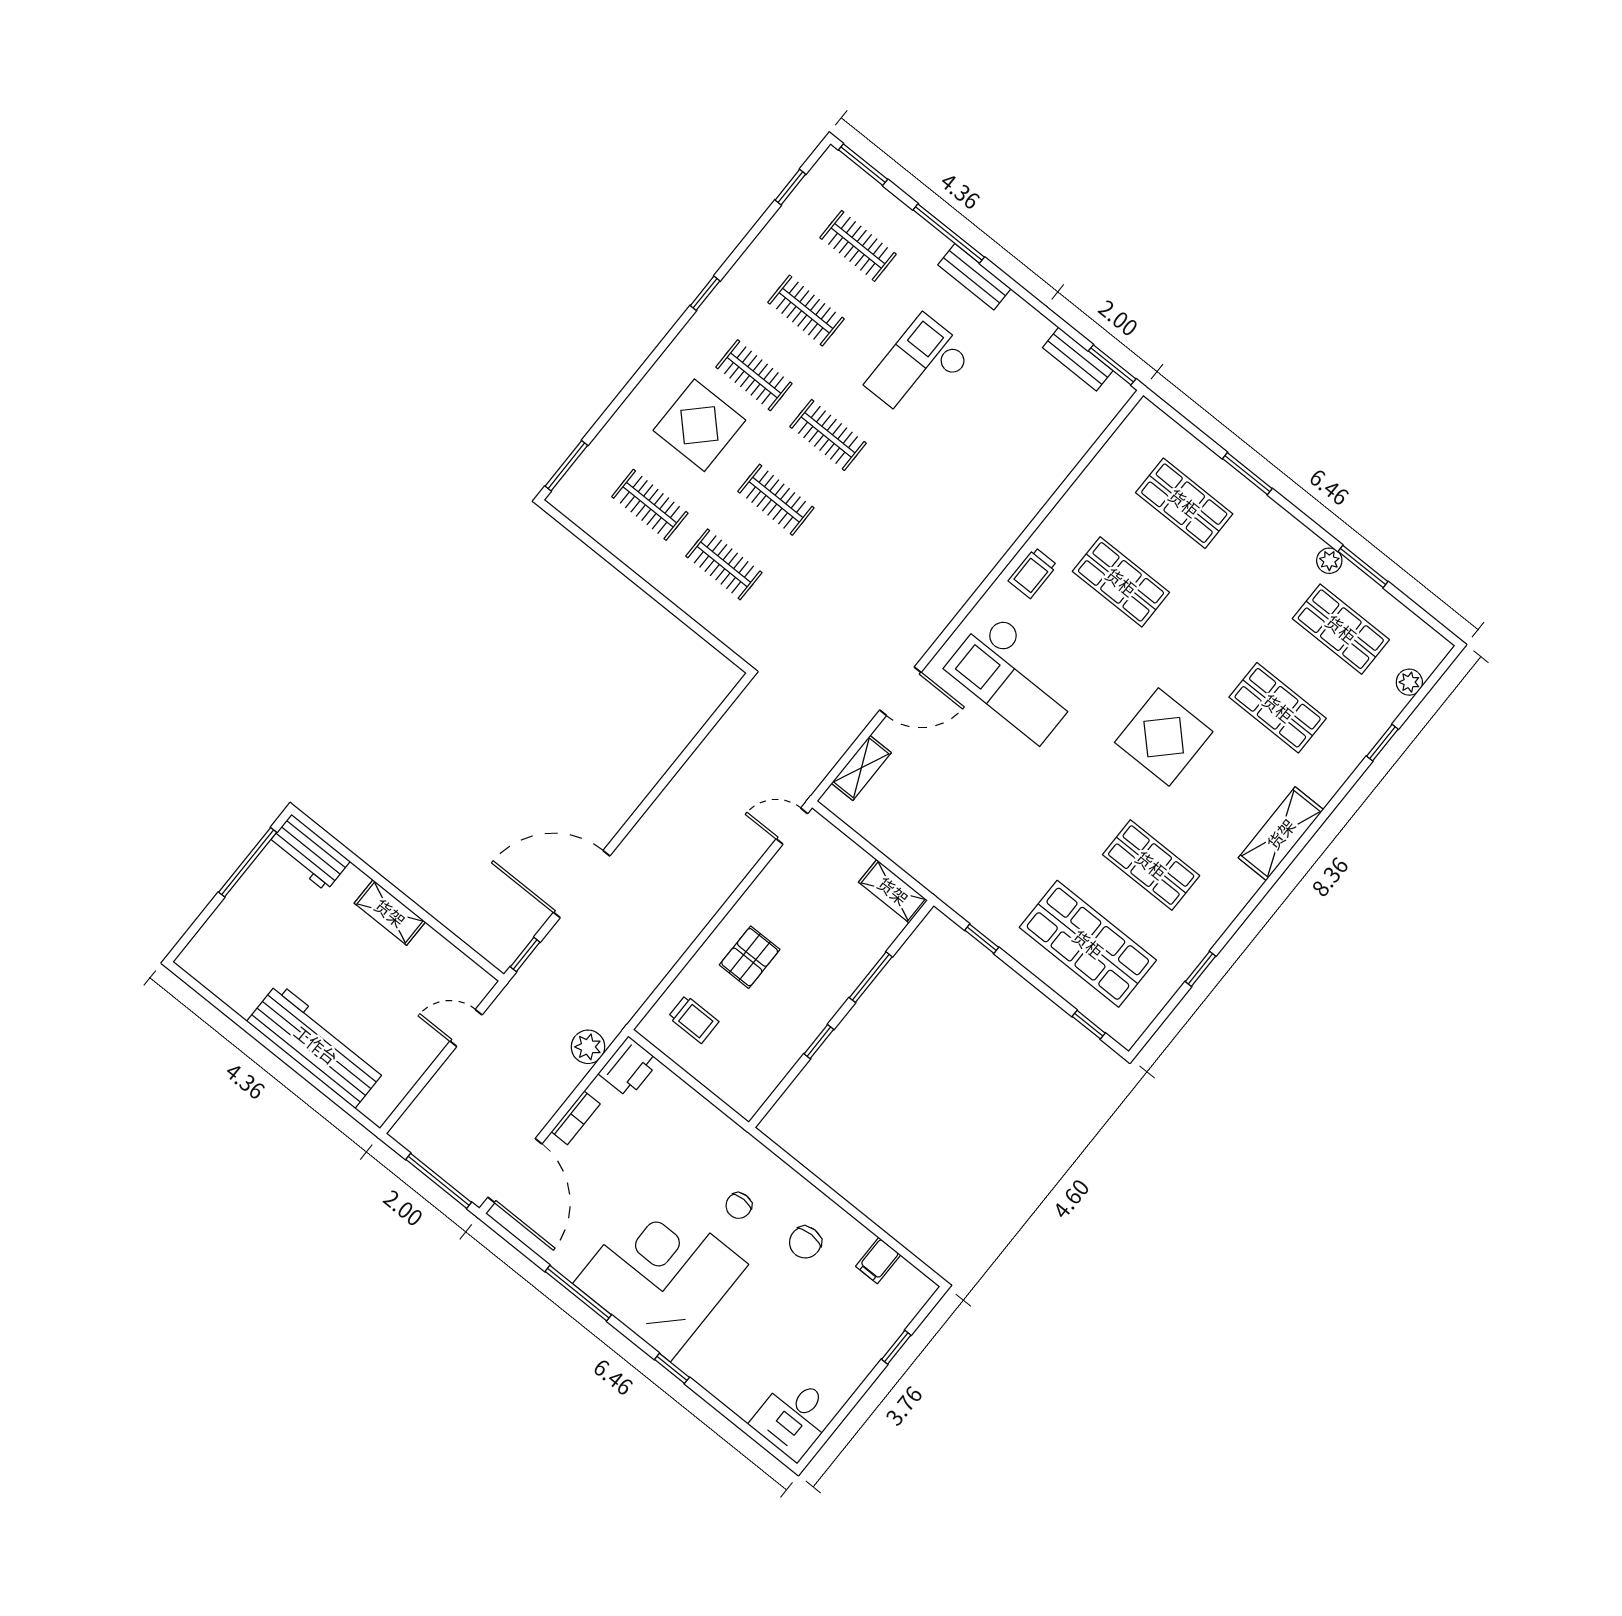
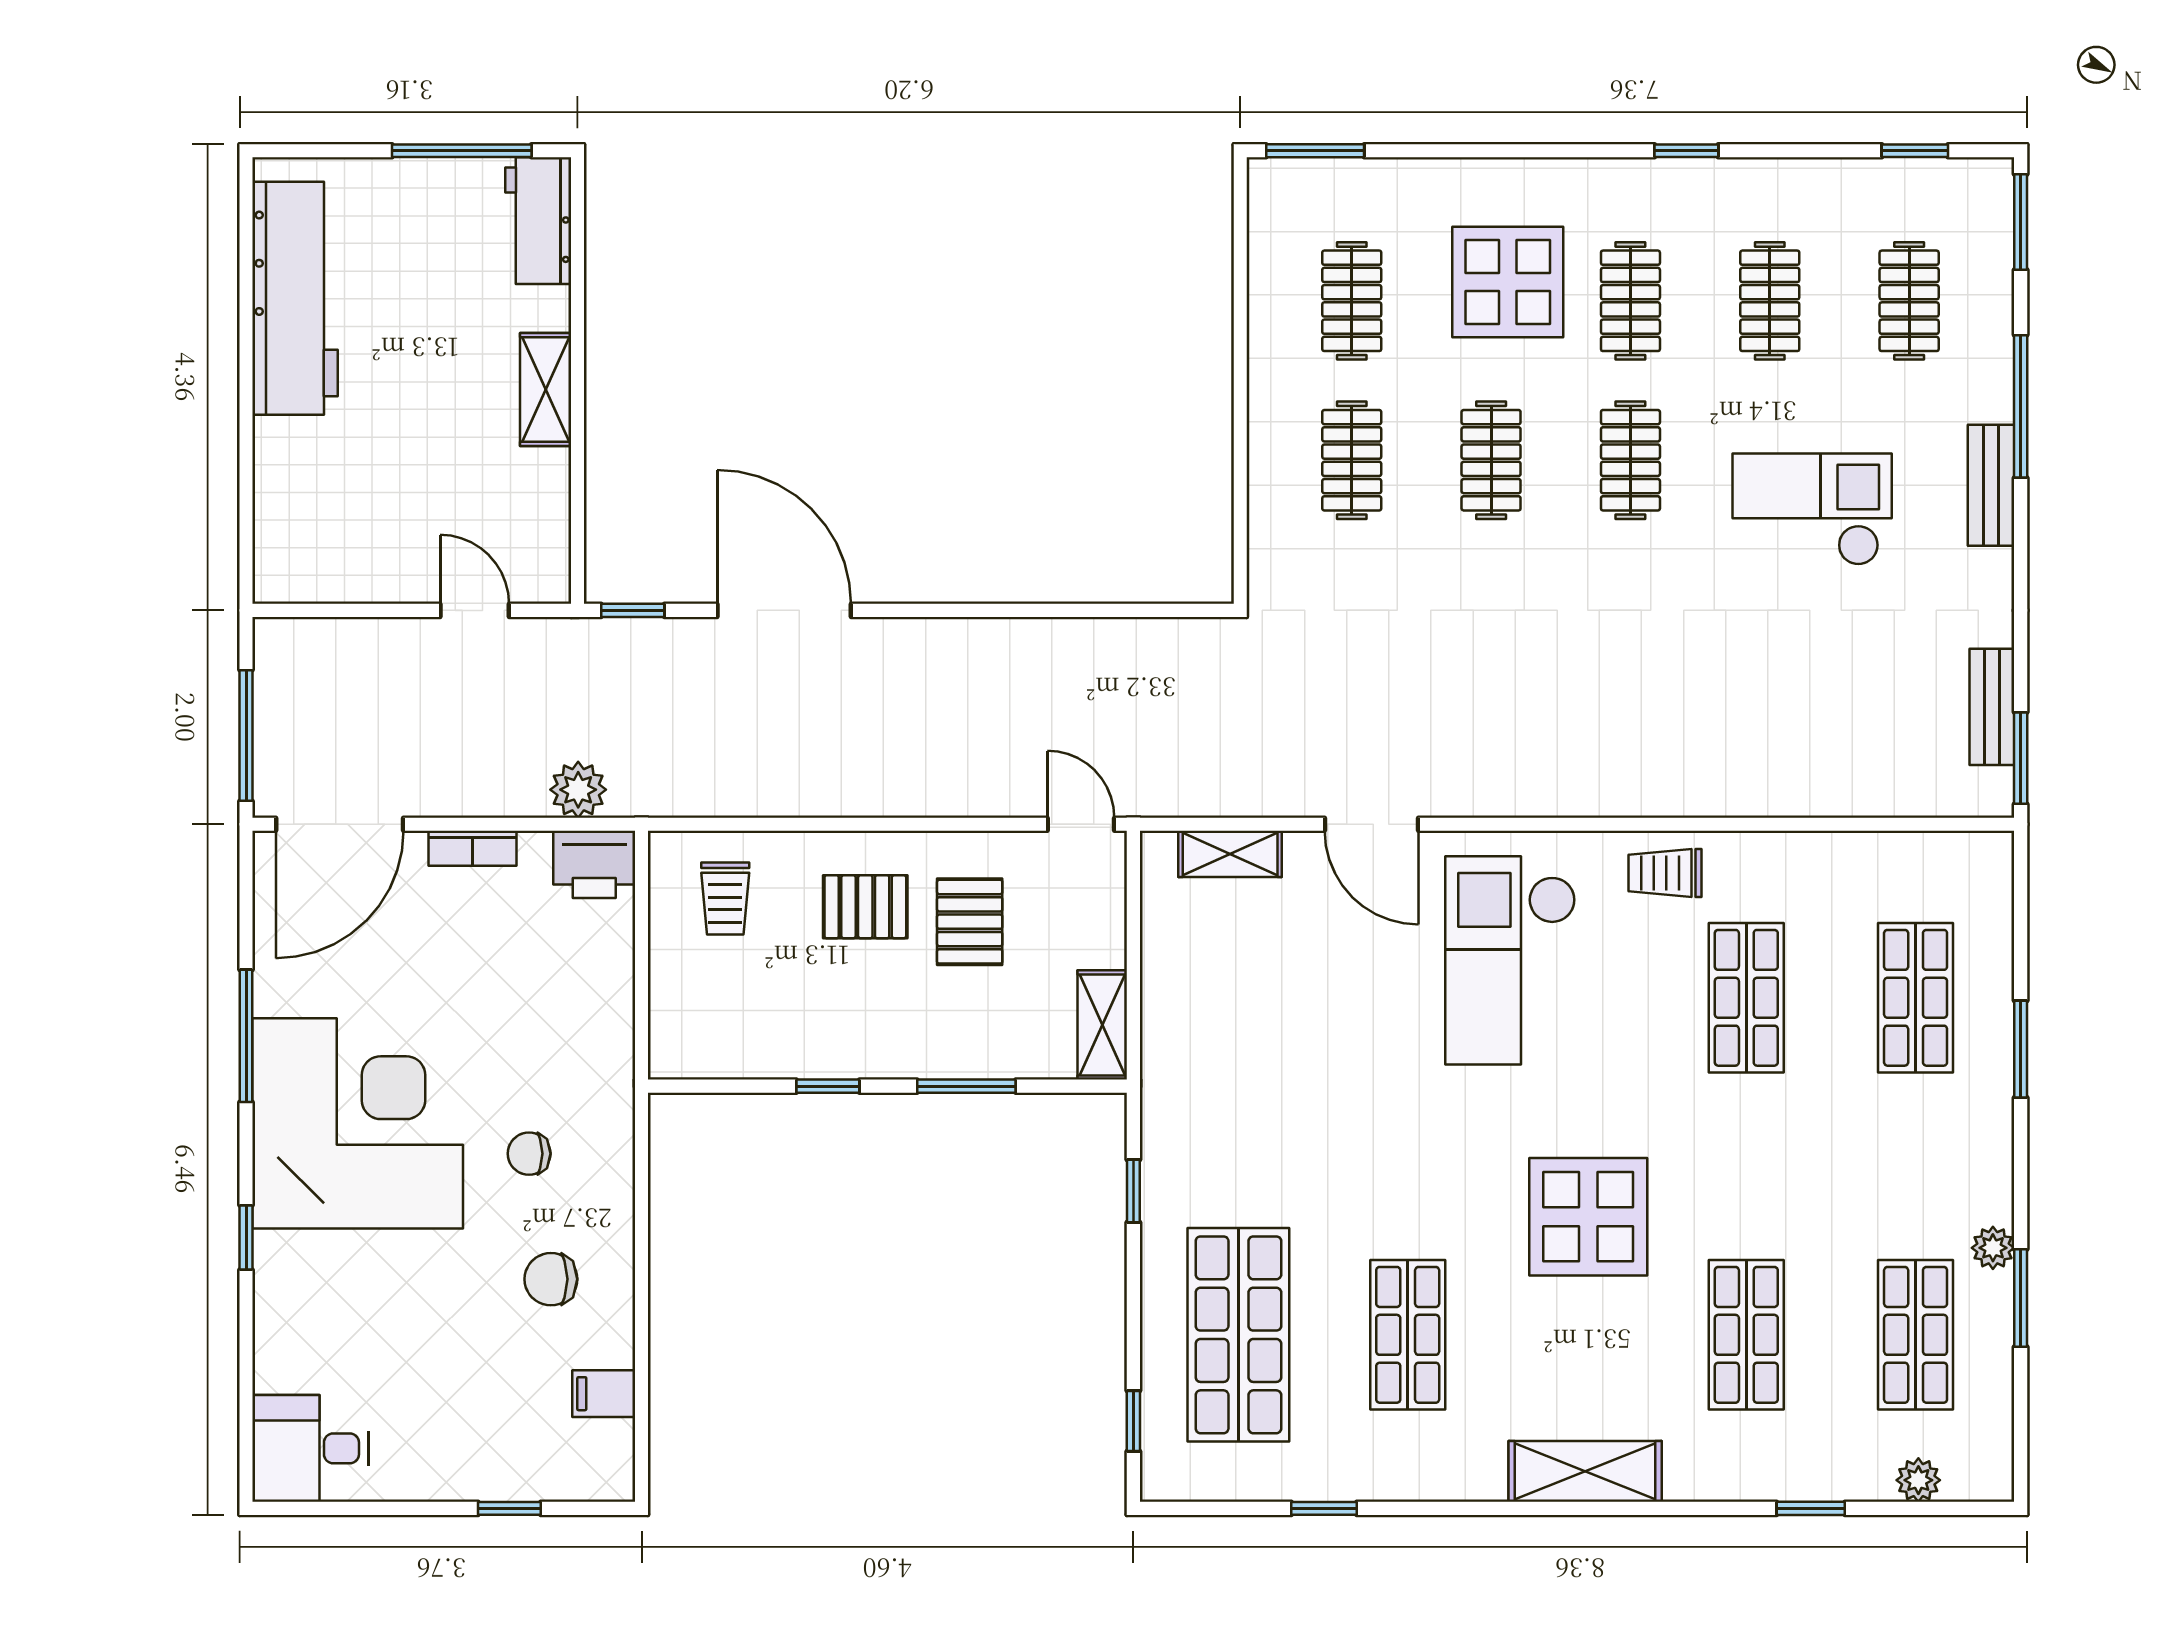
pallet: (796, 914) -> (970, 922), added
workbench: (316, 1045) -> (295, 298), moved

